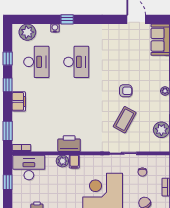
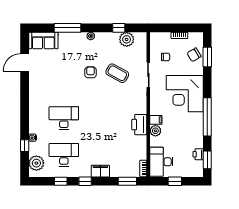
window: (67, 19) -> (25, 146), moved

